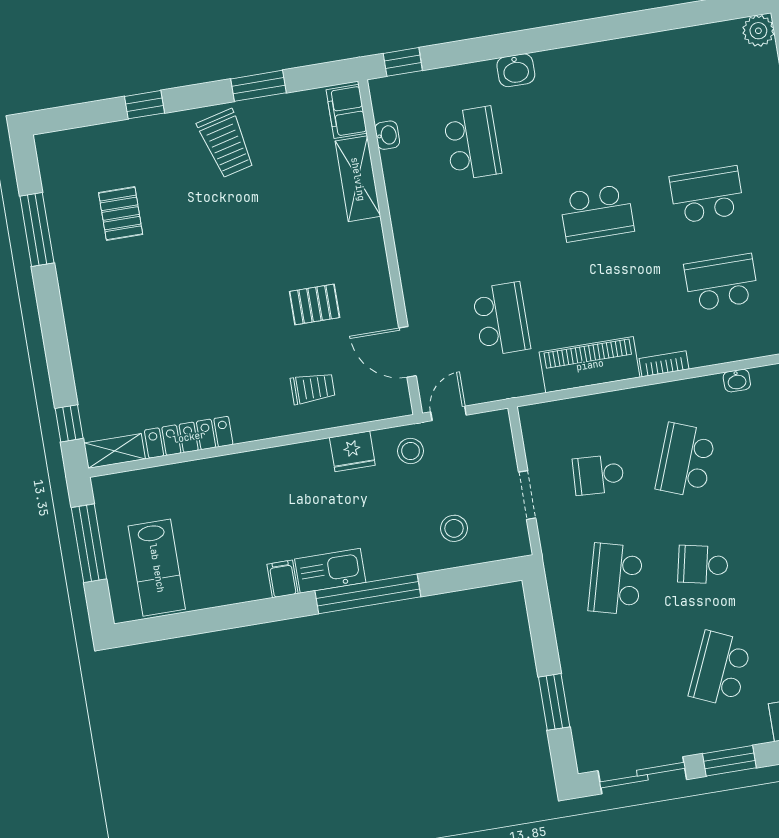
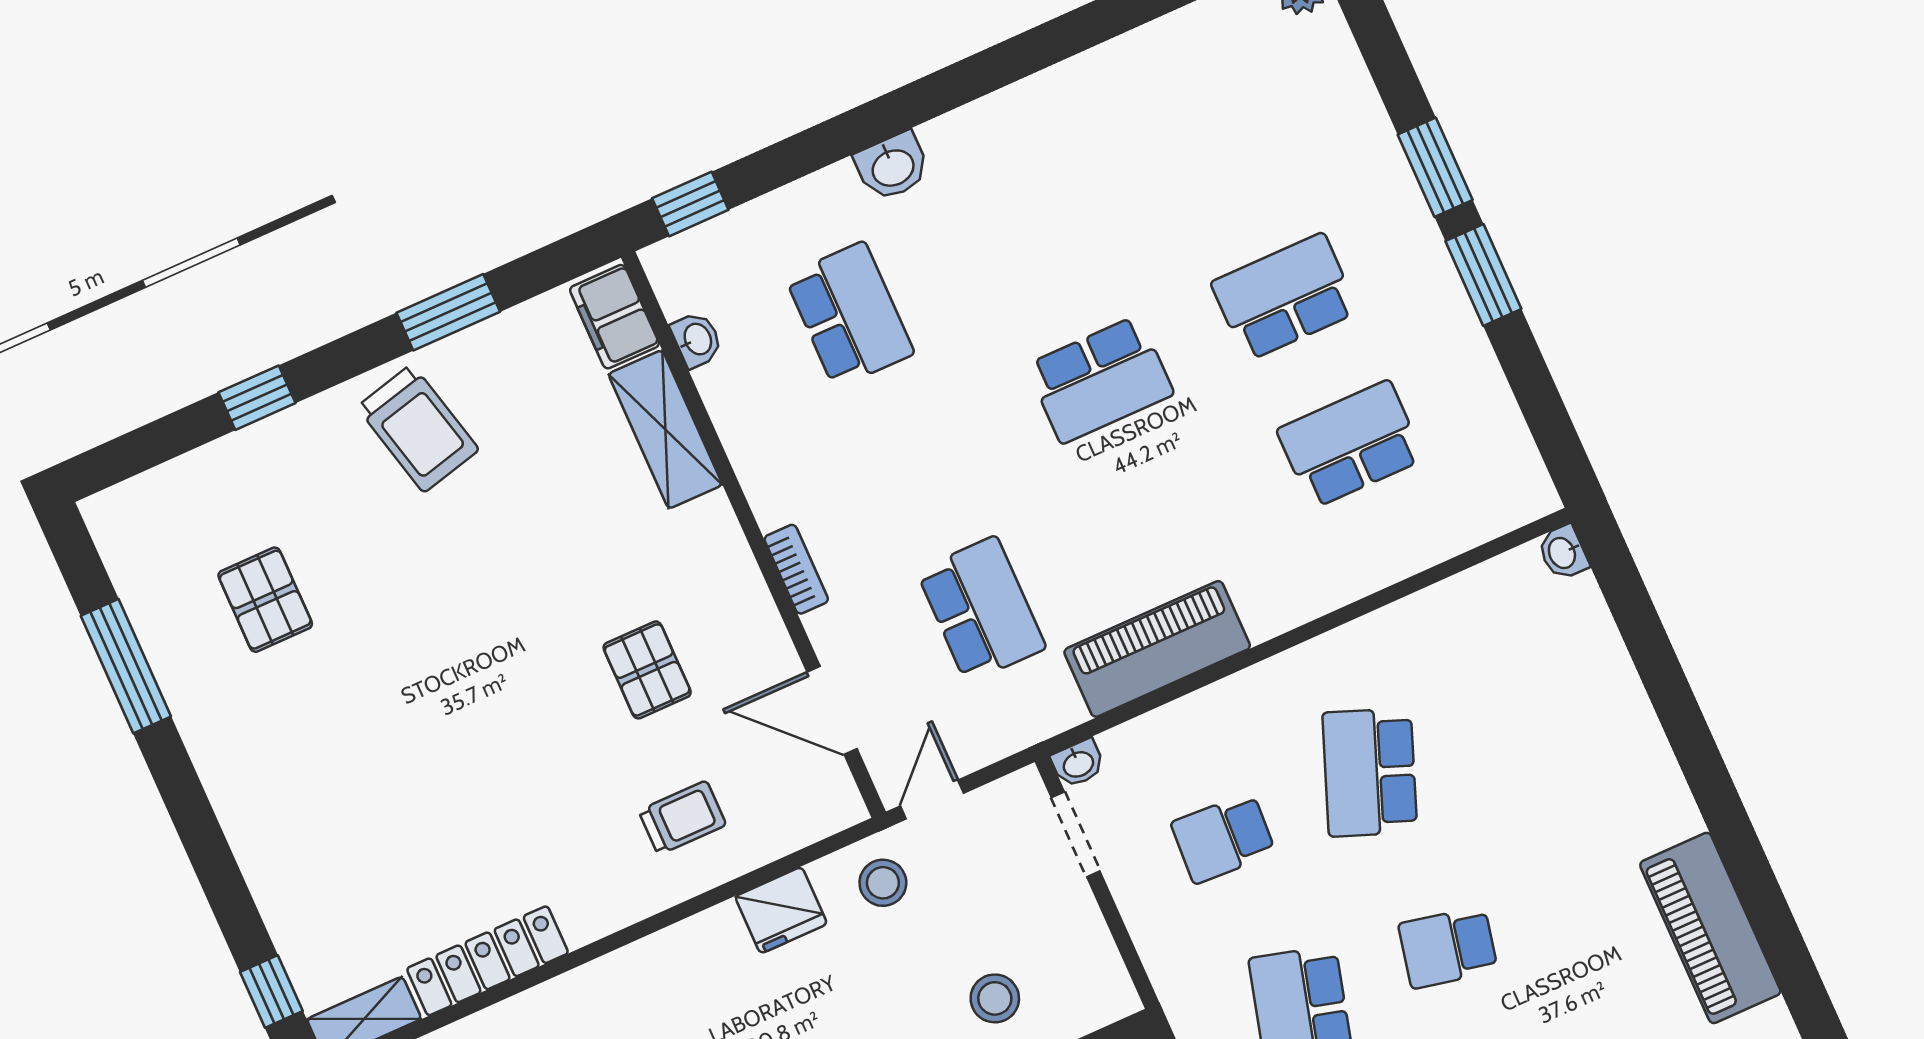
pallet: (315, 304) -> (647, 670), turned 90
bookcase: (664, 364) -> (796, 569), moved, turned 90
washbasin: (737, 381) -> (1078, 763), moved
doorway: (527, 495) -> (1076, 834), moved

